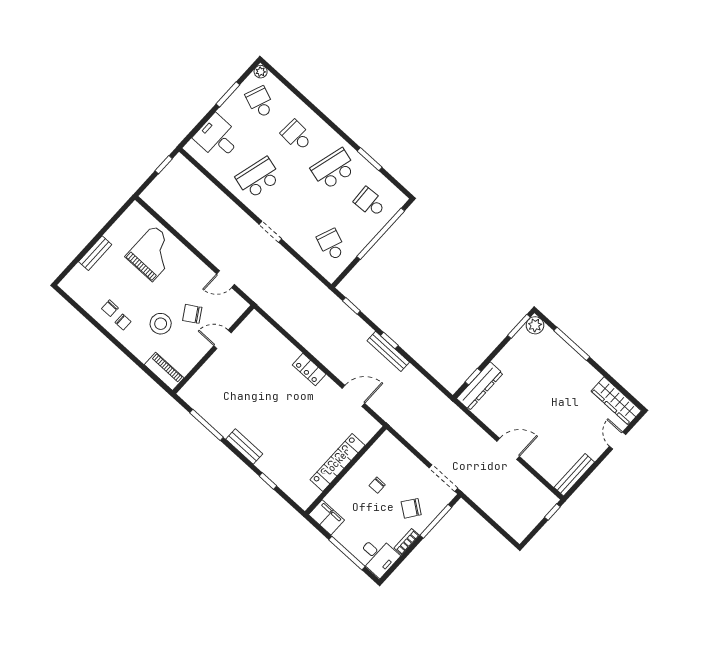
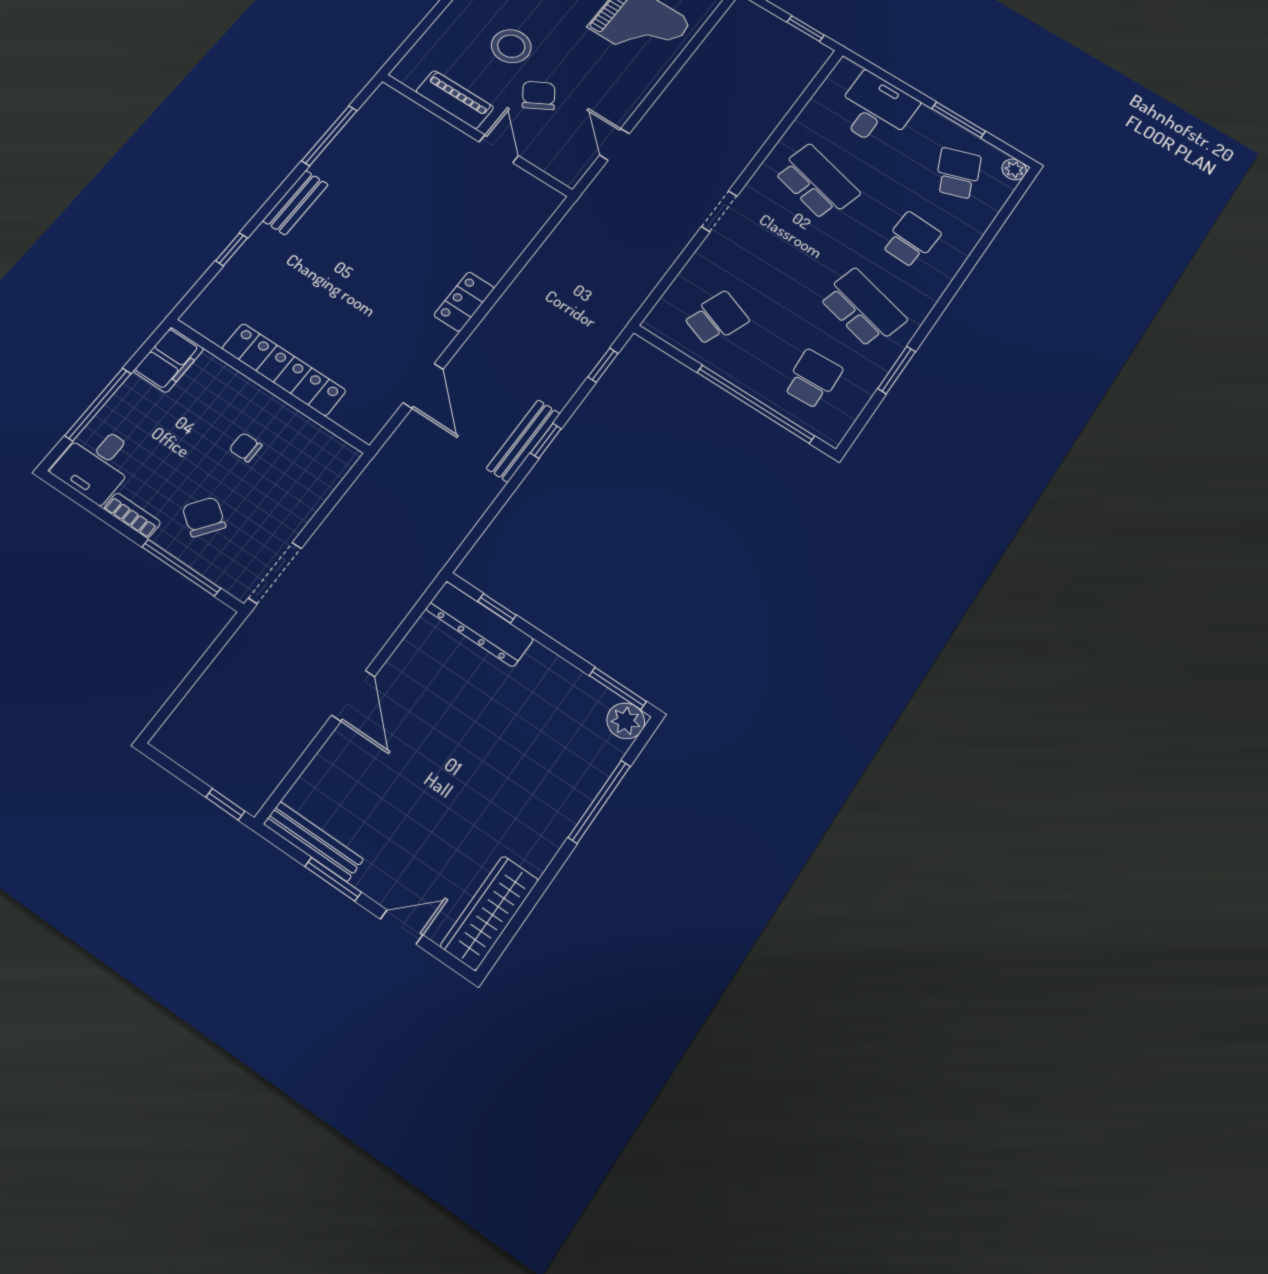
school desk: (260, 102) -> (958, 173), turned -42
piano: (164, 371) -> (455, 100), moved, turned -90
window: (592, 468) -> (333, 879), added

